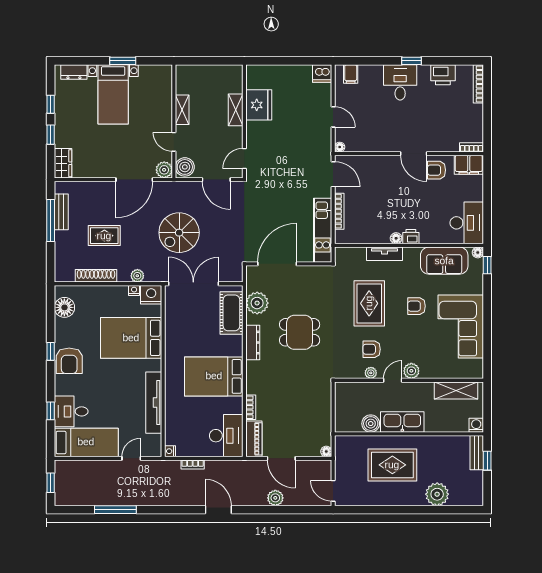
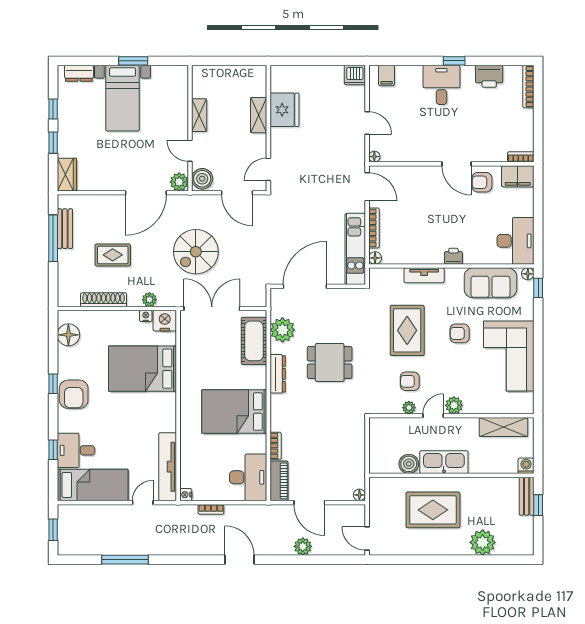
floor lamp: (396, 238) -> (375, 258), moved
tv unit: (154, 403) -> (168, 467), moved

